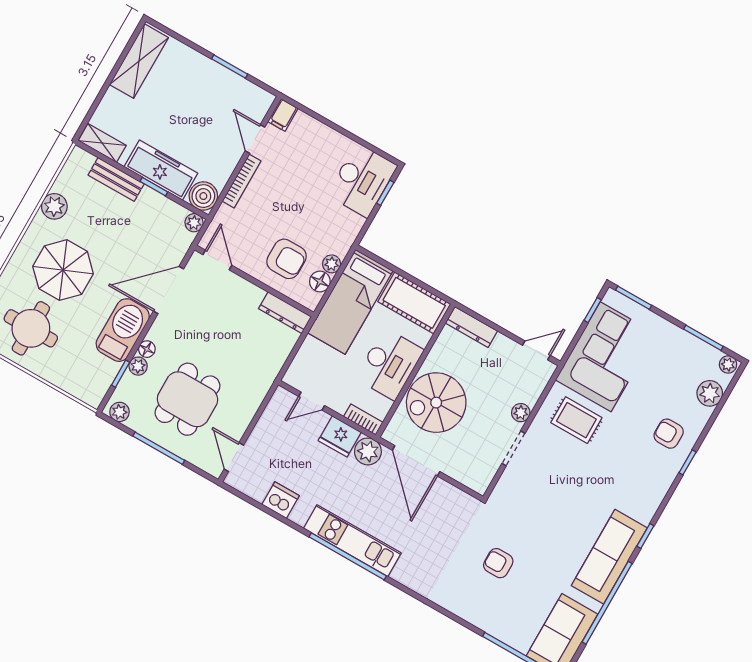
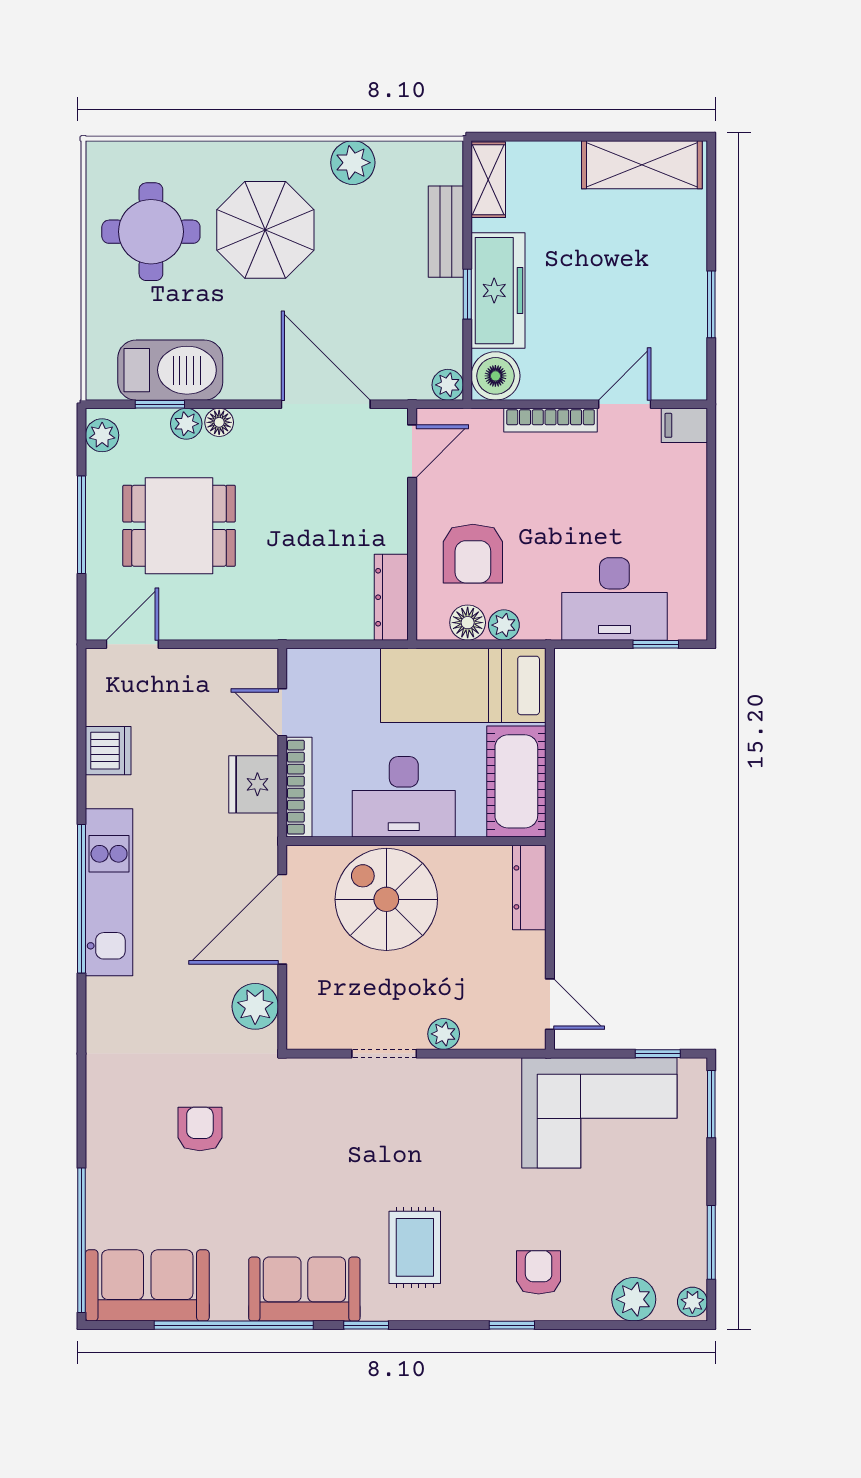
desk: (362, 180) -> (614, 599), moved
barbecue: (123, 330) -> (170, 370), moved
bookcase: (363, 419) -> (299, 787), width x1.56
rug: (576, 420) -> (415, 1247), moved
plant: (368, 451) -> (255, 1006), moved
sofa: (609, 557) -> (304, 1289), width x0.73

